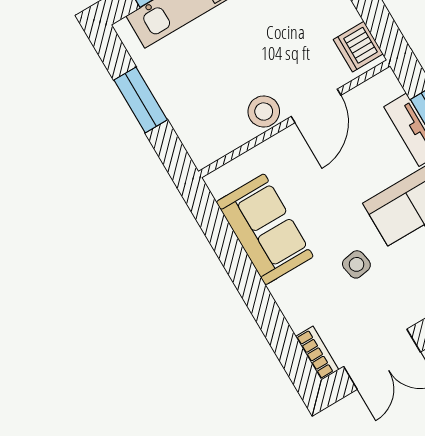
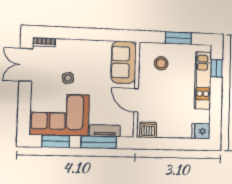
stool: (264, 112) -> (161, 63), moved
sofa: (265, 229) -> (124, 62), moved, turned 90

